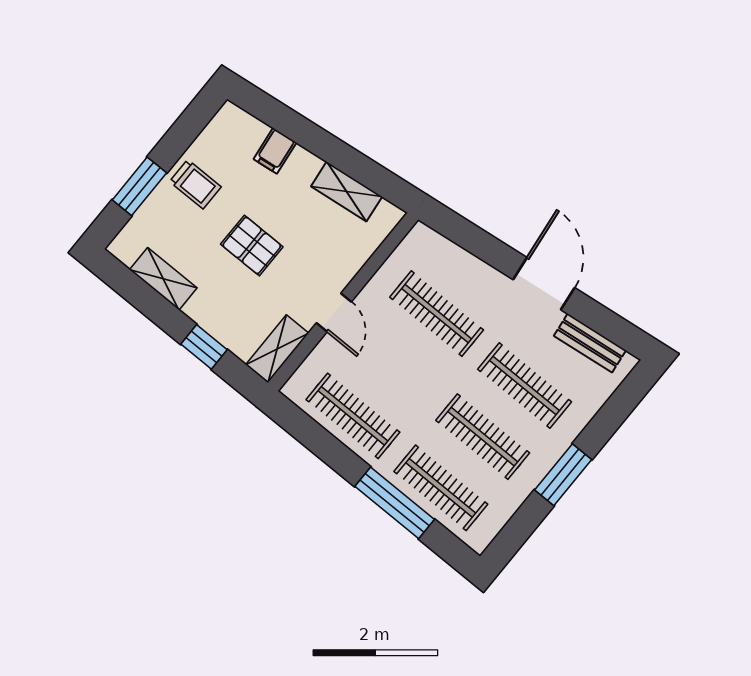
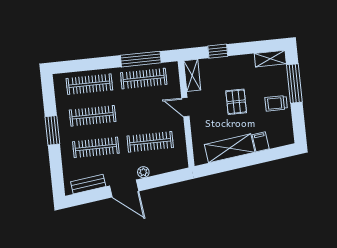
window: (139, 186) -> (294, 83), width x1.44
shelving: (347, 191) -> (230, 148), width x1.50, depth x1.33
pallet: (252, 246) -> (236, 102), turned 90
shelving: (163, 279) -> (270, 59), moved
plant: (492, 279) -> (143, 172), added
window: (395, 503) -> (141, 59), moved

